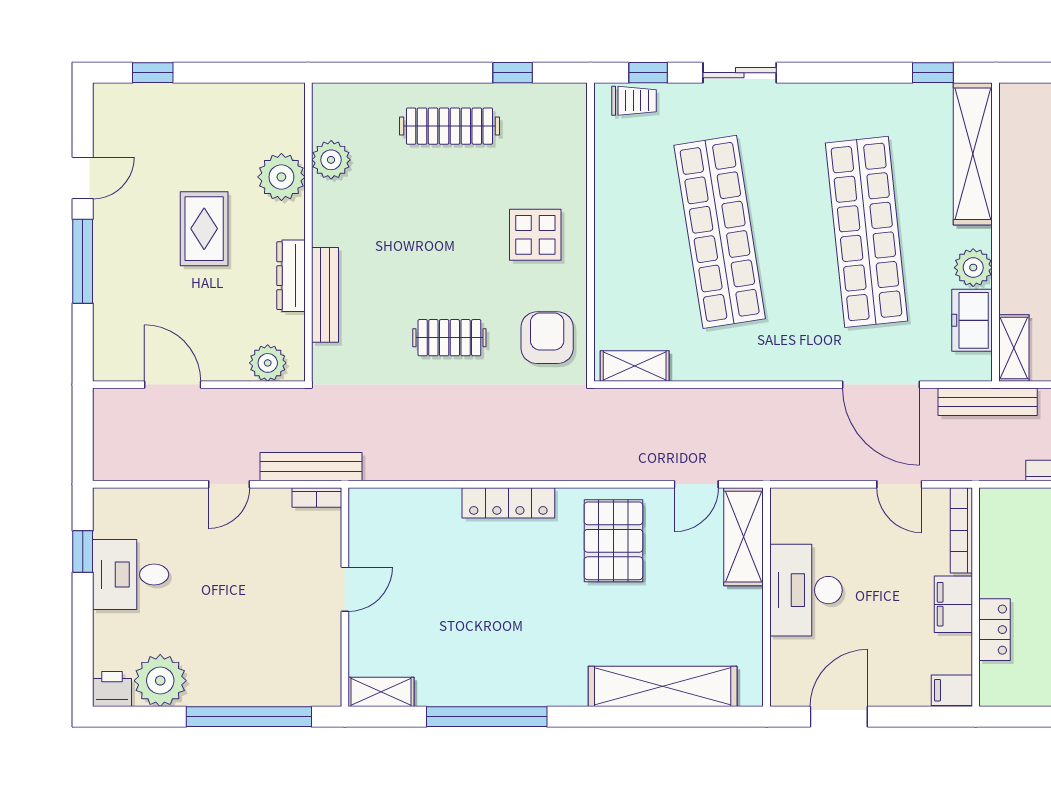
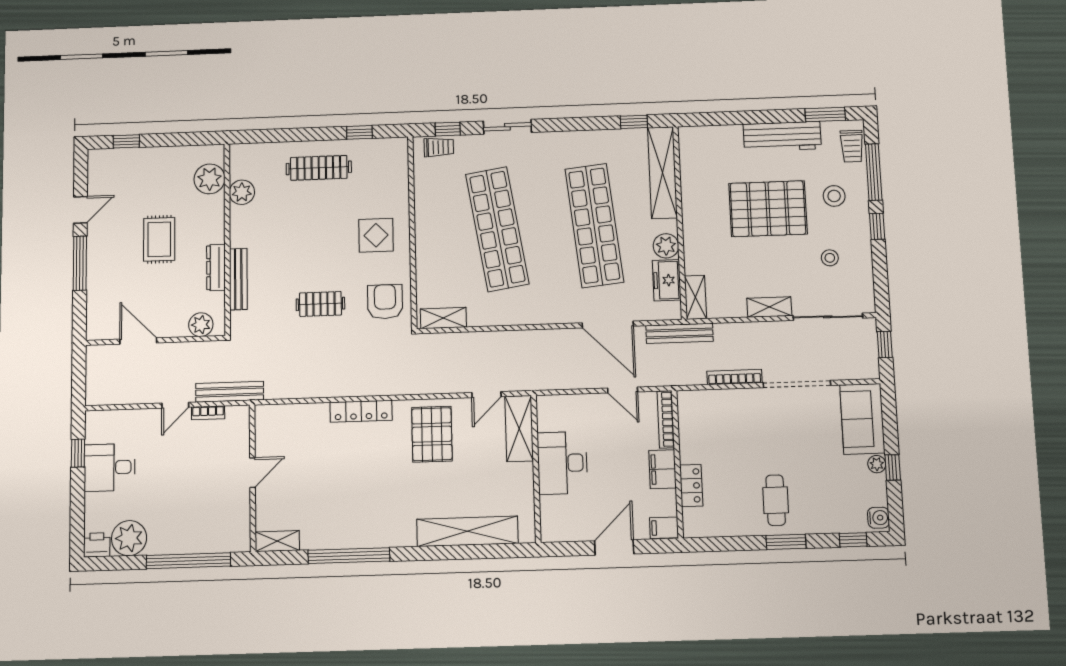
plant: (281, 177) -> (209, 179), moved
bookcase: (317, 497) -> (208, 413), moved
door: (839, 717) -> (614, 547), moved

